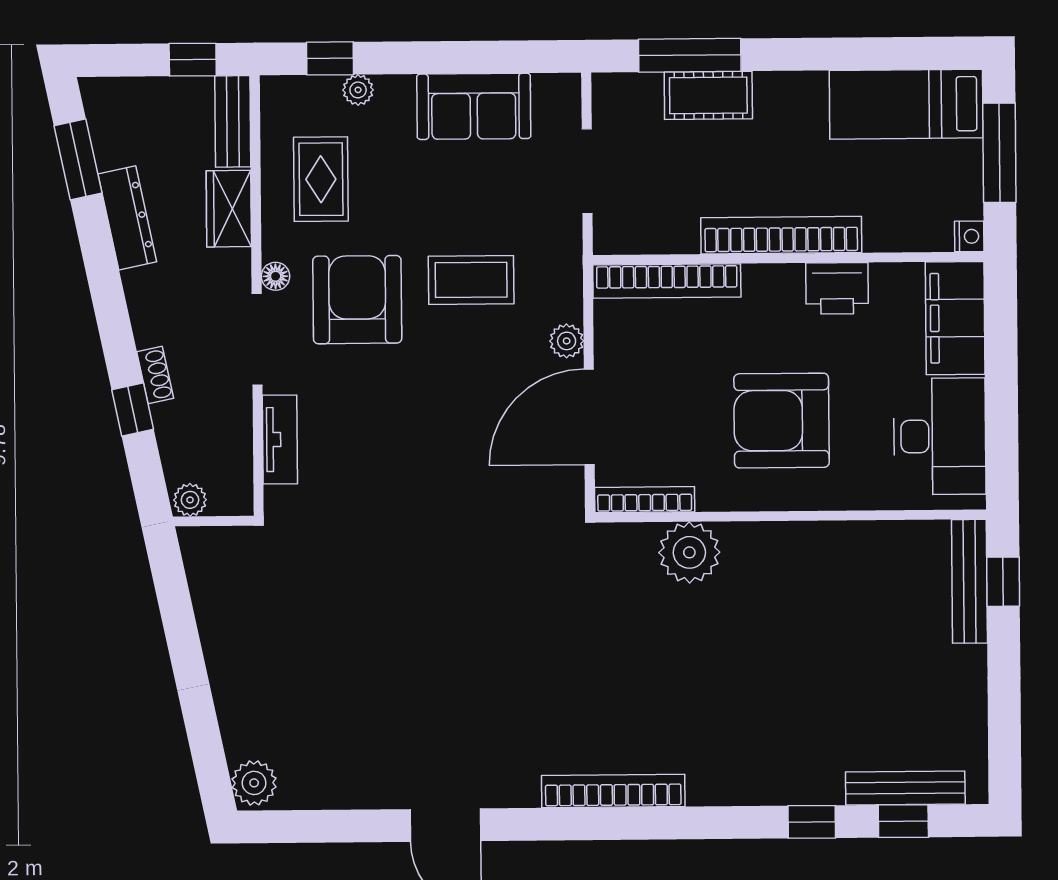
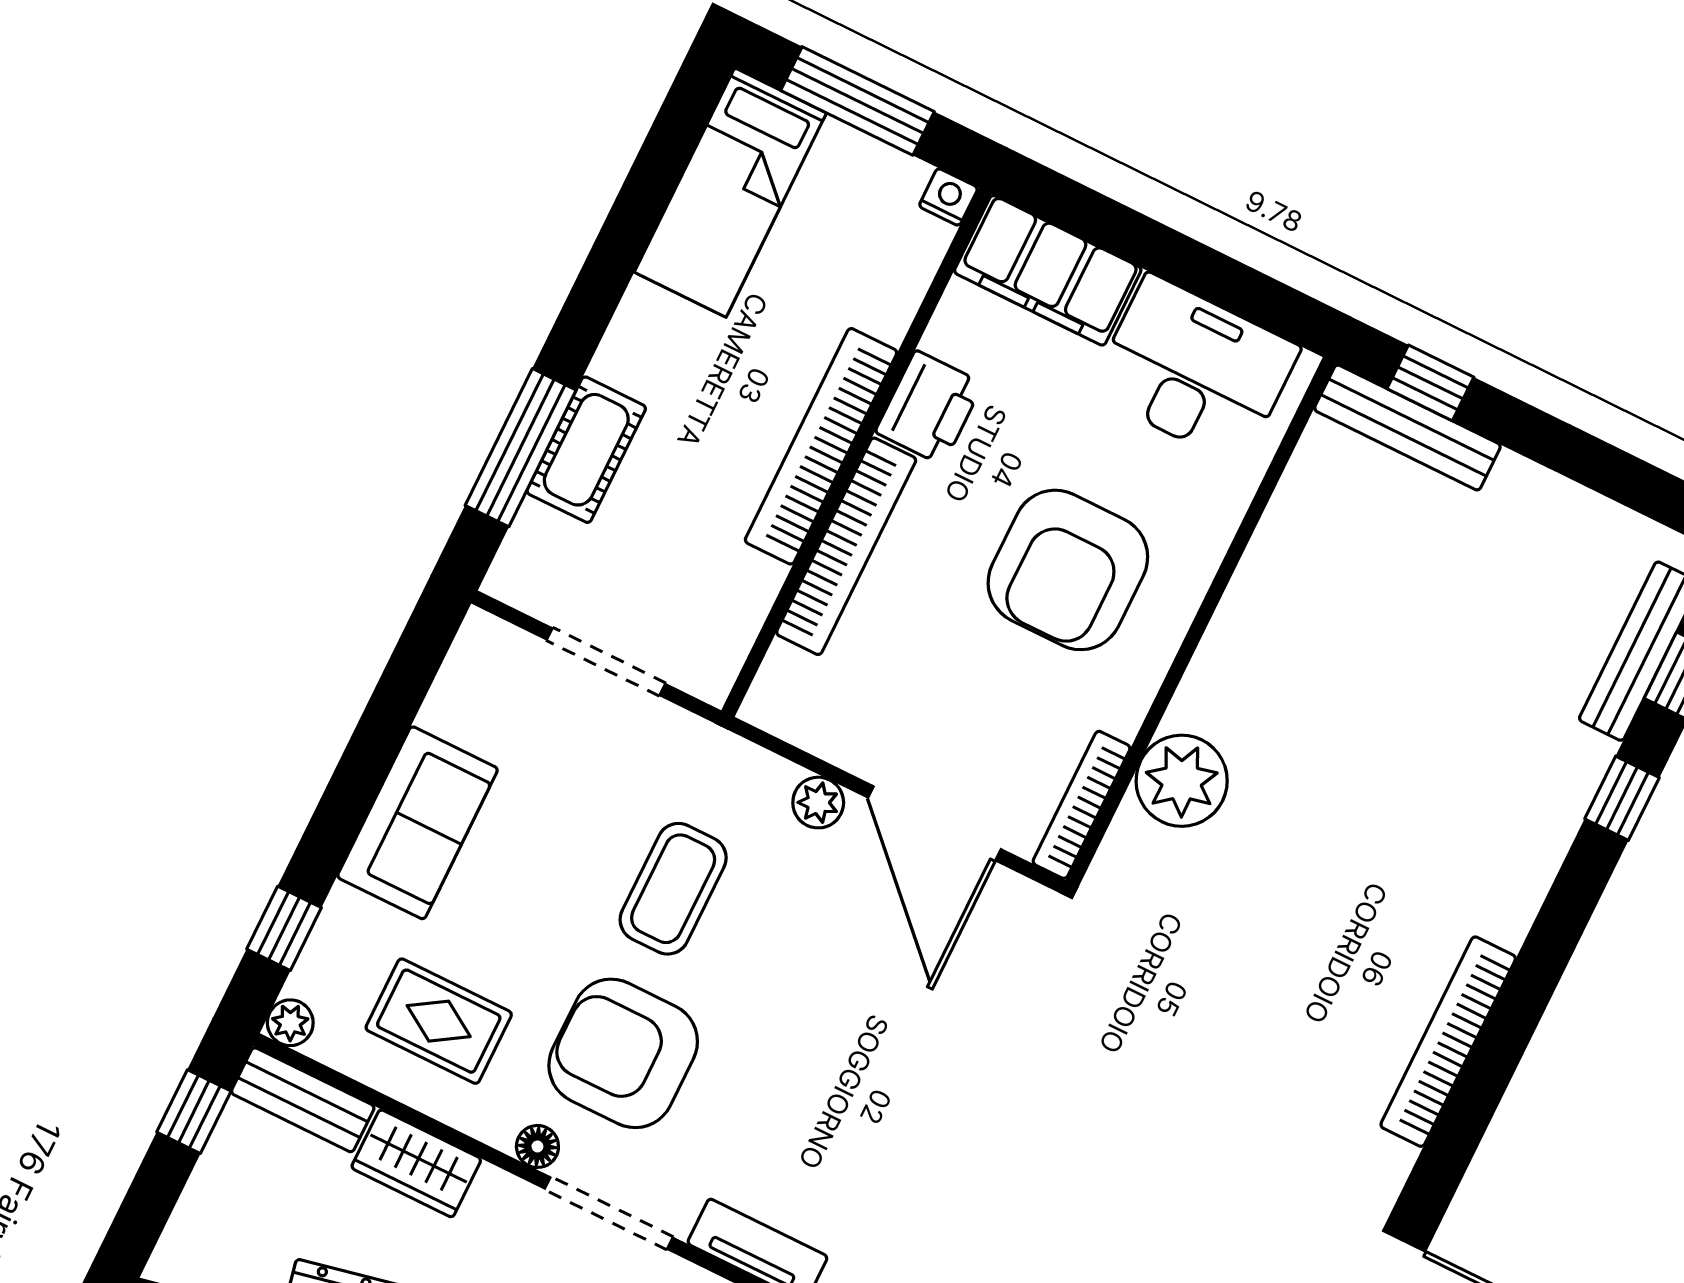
plant: (358, 90) -> (290, 1023), moved
sofa: (474, 106) -> (418, 823), moved
bookcase: (667, 281) -> (846, 546), moved

